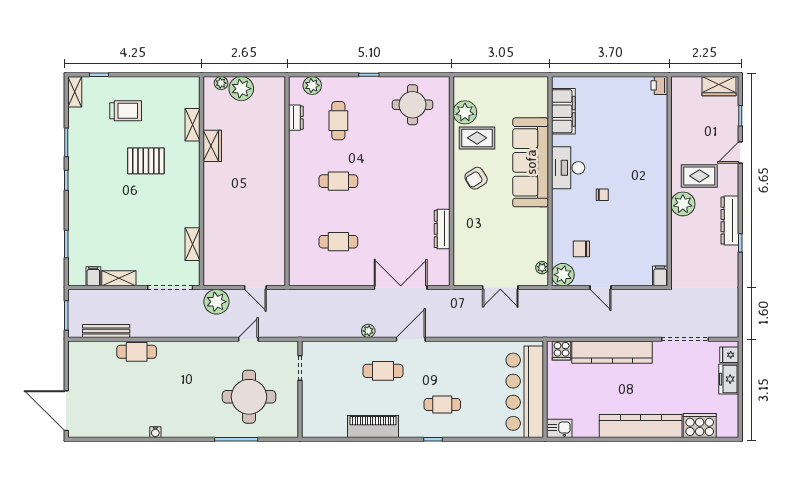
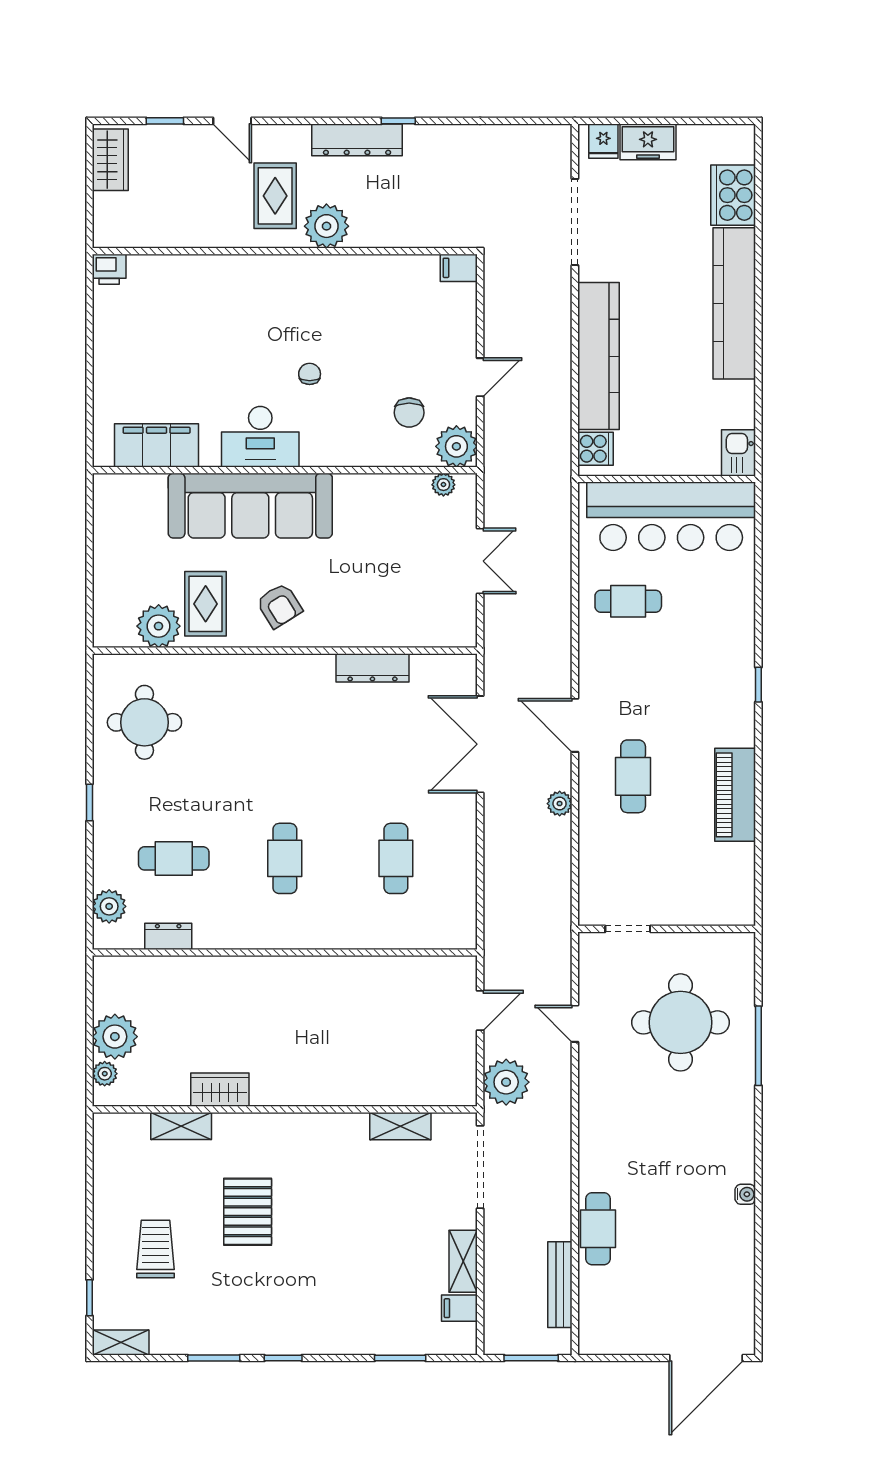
cafe table: (442, 405) -> (628, 601), moved, turned 90

